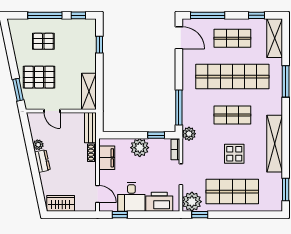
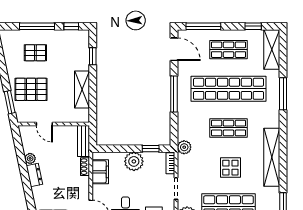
shelving: (89, 91) -> (82, 90), moved
window: (179, 107) -> (174, 94), moved

